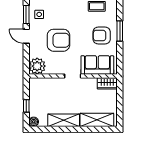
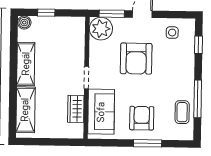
window: (26, 15) -> (112, 14), moved
wardrobe: (107, 83) -> (76, 109), moved

